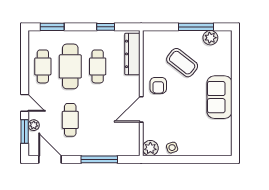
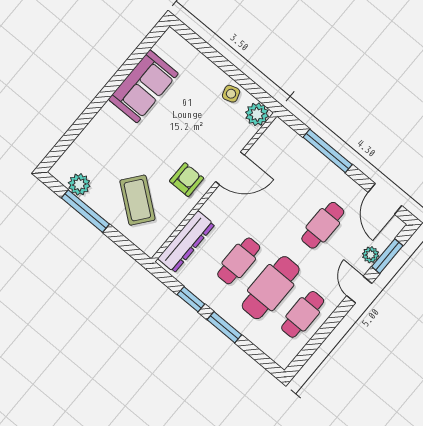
window: (52, 27) -> (224, 327), moved
coffee table: (182, 63) -> (137, 200), moved
sofa: (219, 97) -> (143, 86), moved

